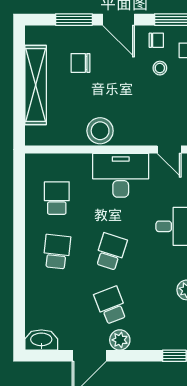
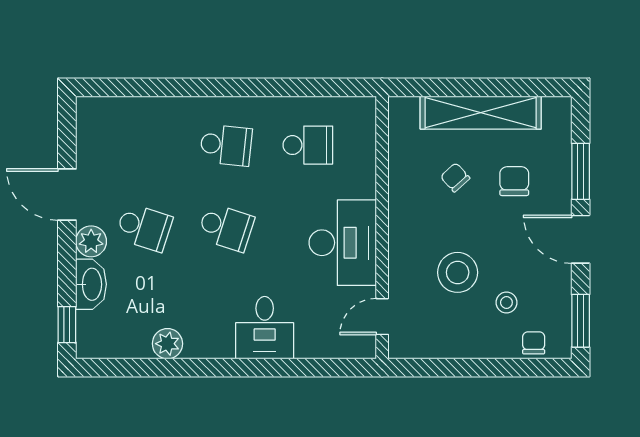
door: (118, 20) -> (581, 239), hinge flipped
chair: (156, 40) -> (455, 177), moved, turned 138
stool: (100, 131) -> (458, 272), moved
school desk: (111, 305) -> (144, 227), turned 39
washbasin: (41, 340) -> (91, 284), moved

